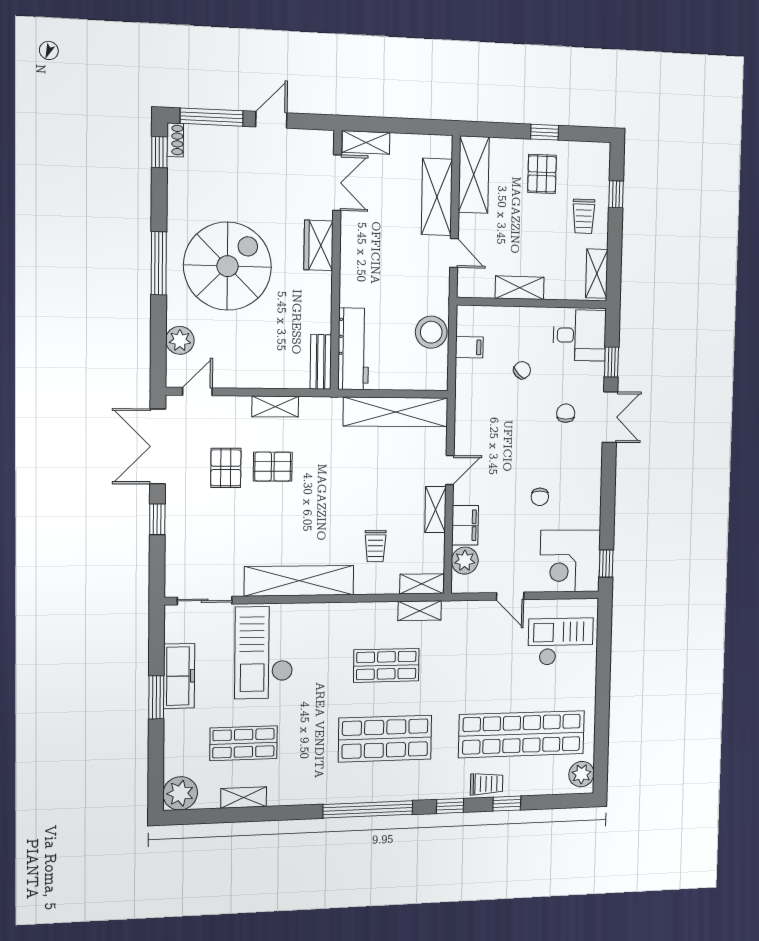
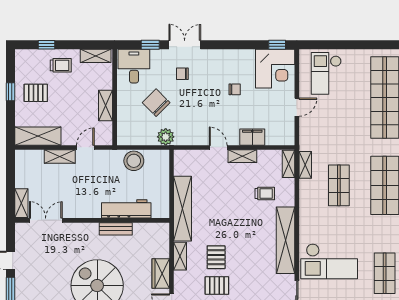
shelving: (437, 197) -> (60, 157), width x0.67, depth x0.75
wardrobe: (318, 245) -> (161, 274), moved, turned 90
filing cabinet: (469, 347) -> (143, 137), removed
workbench: (353, 349) -> (126, 209), moved
bench: (321, 362) -> (116, 229), moved
chair: (522, 370) -> (156, 103), width x1.87, depth x1.87
shelving: (396, 412) -> (183, 209), moved
plant: (465, 561) -> (166, 137), moved

